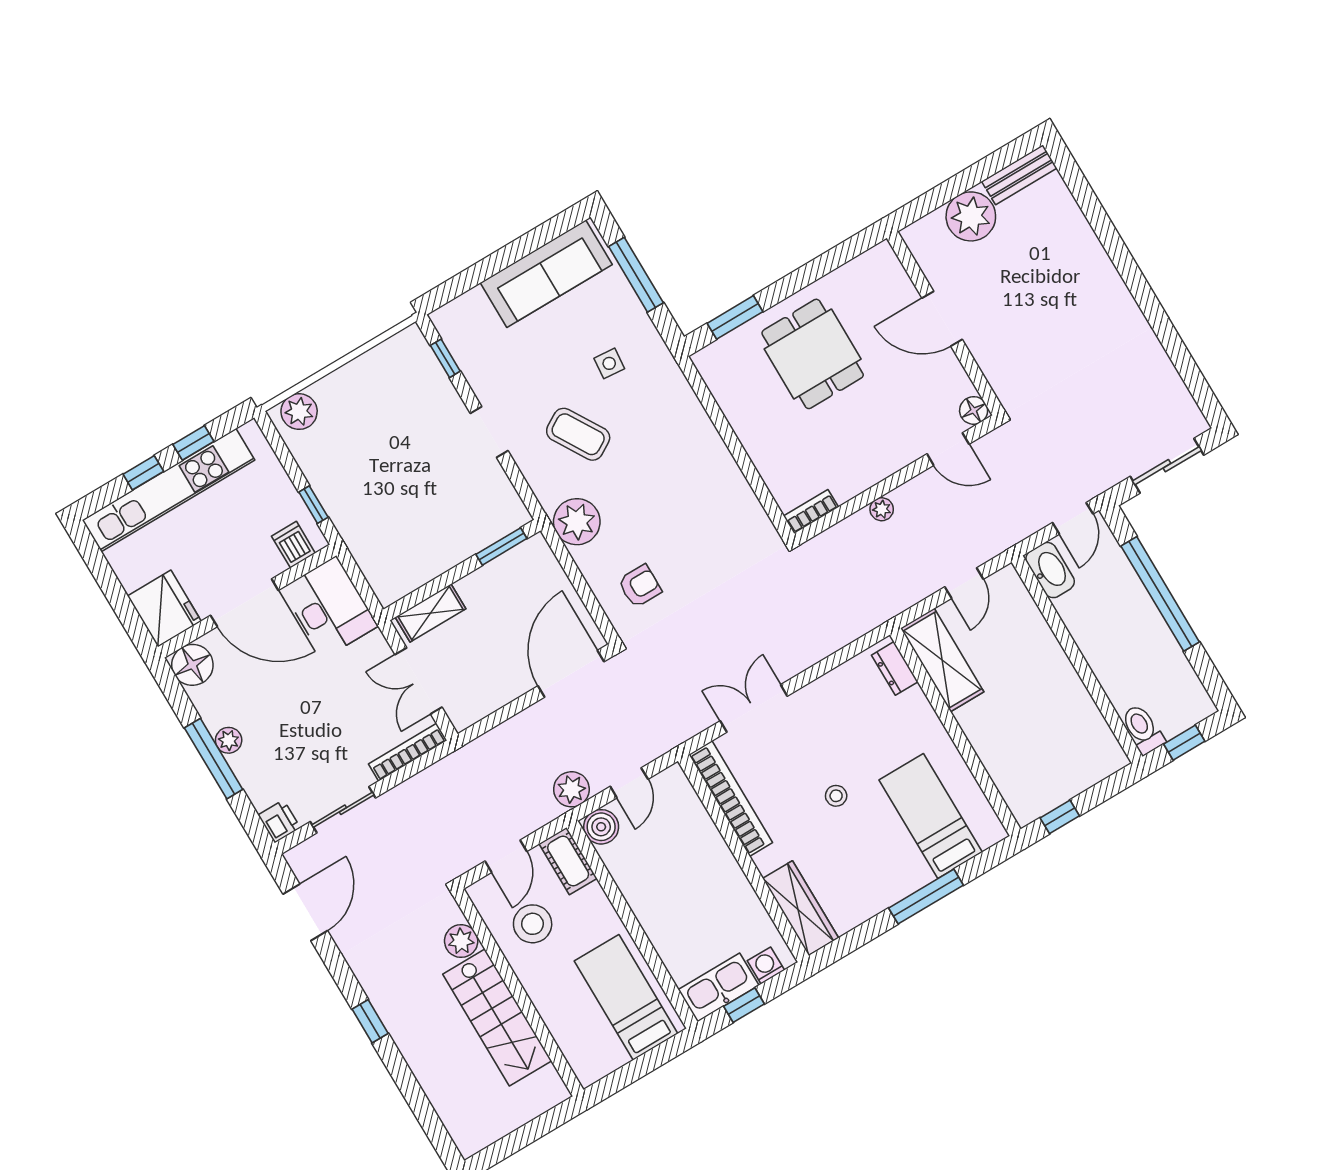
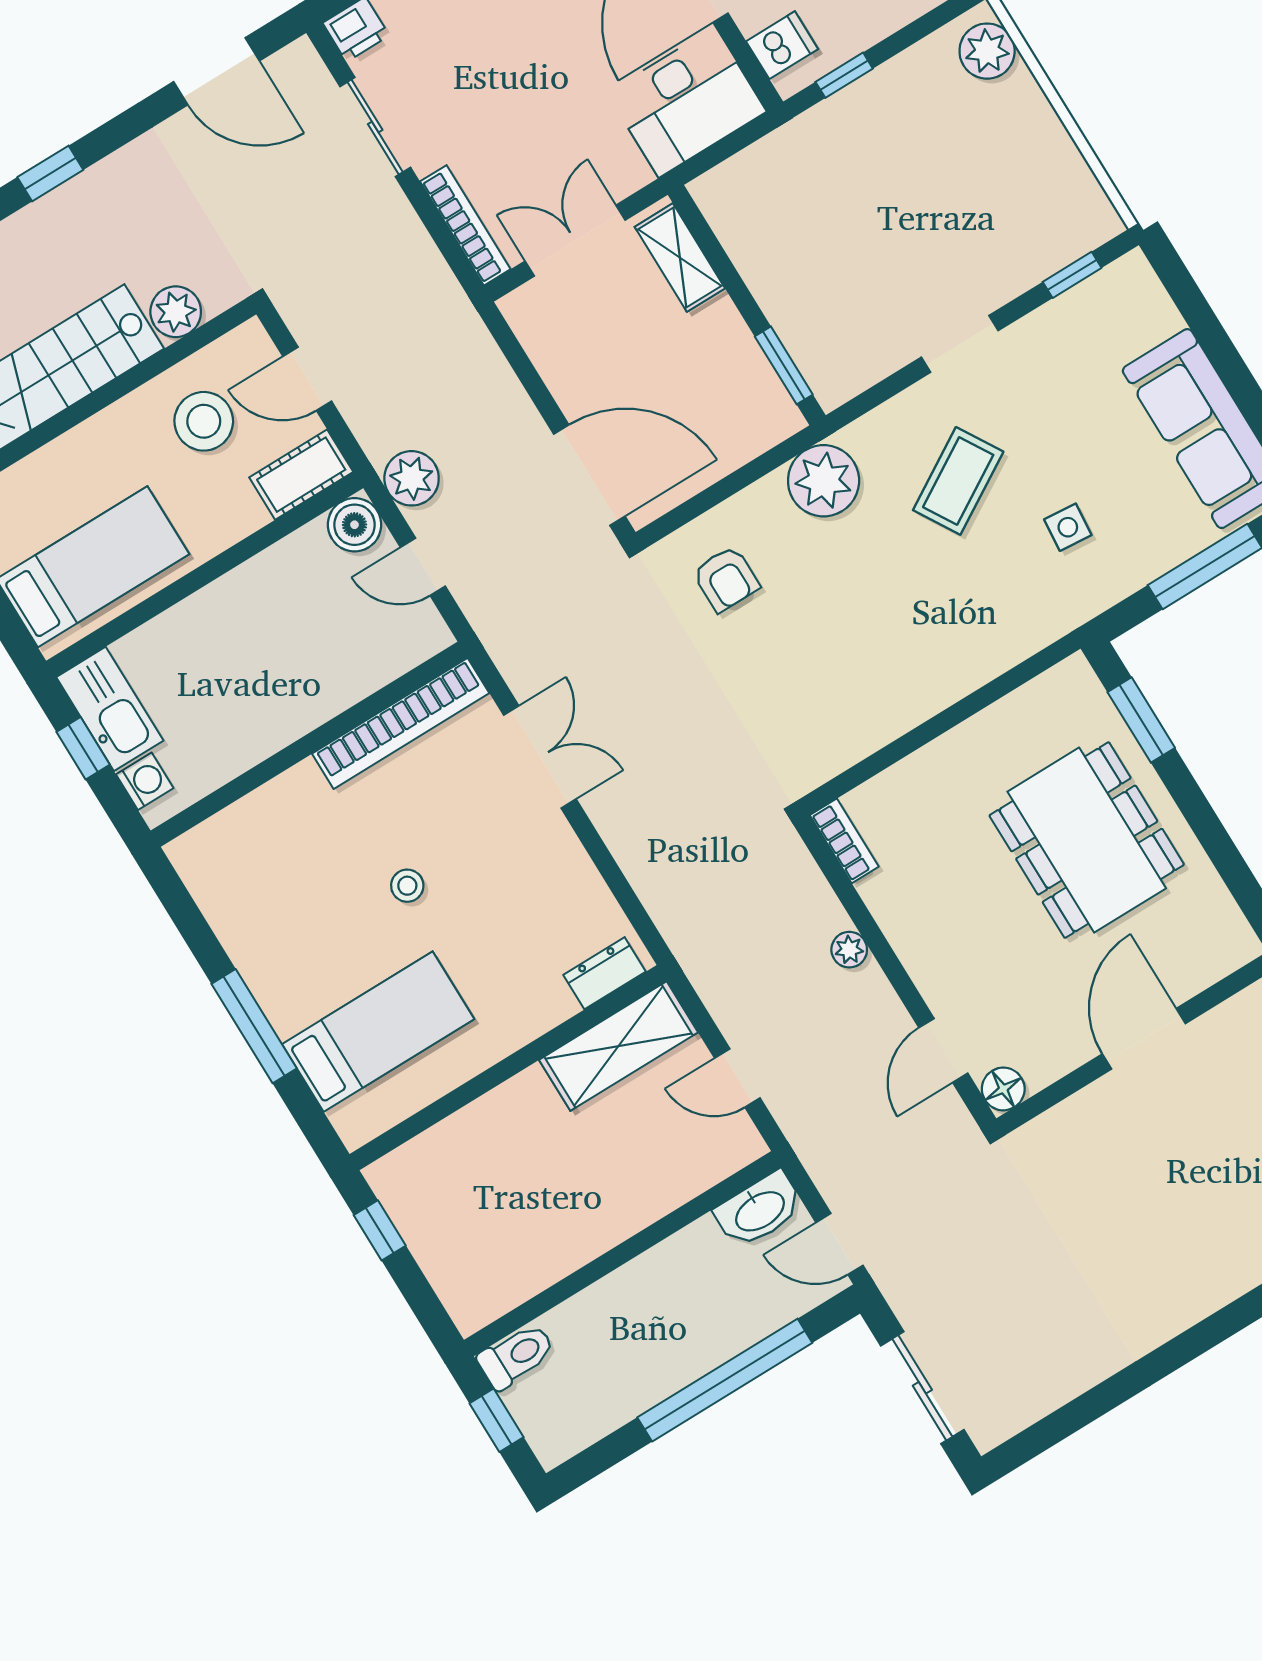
dining table: (813, 354) -> (1087, 840), width x1.38
wardrobe: (801, 908) -> (234, 833), removed

